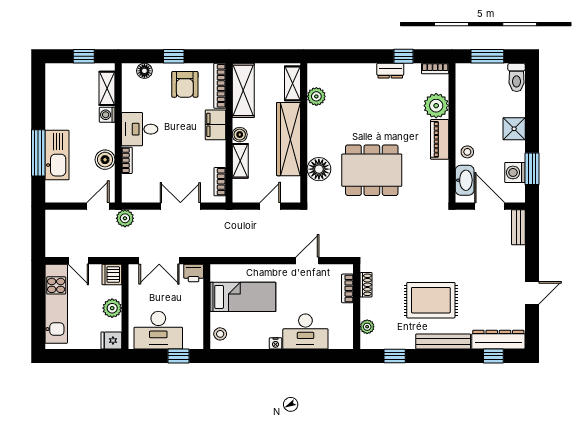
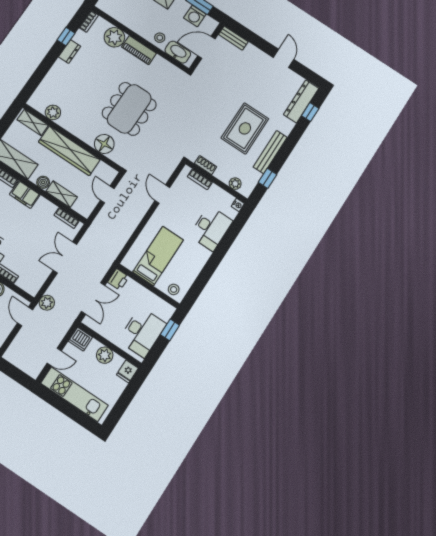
bench: (443, 342) -> (270, 152), moved
nightstand: (276, 343) -> (238, 205), moved

